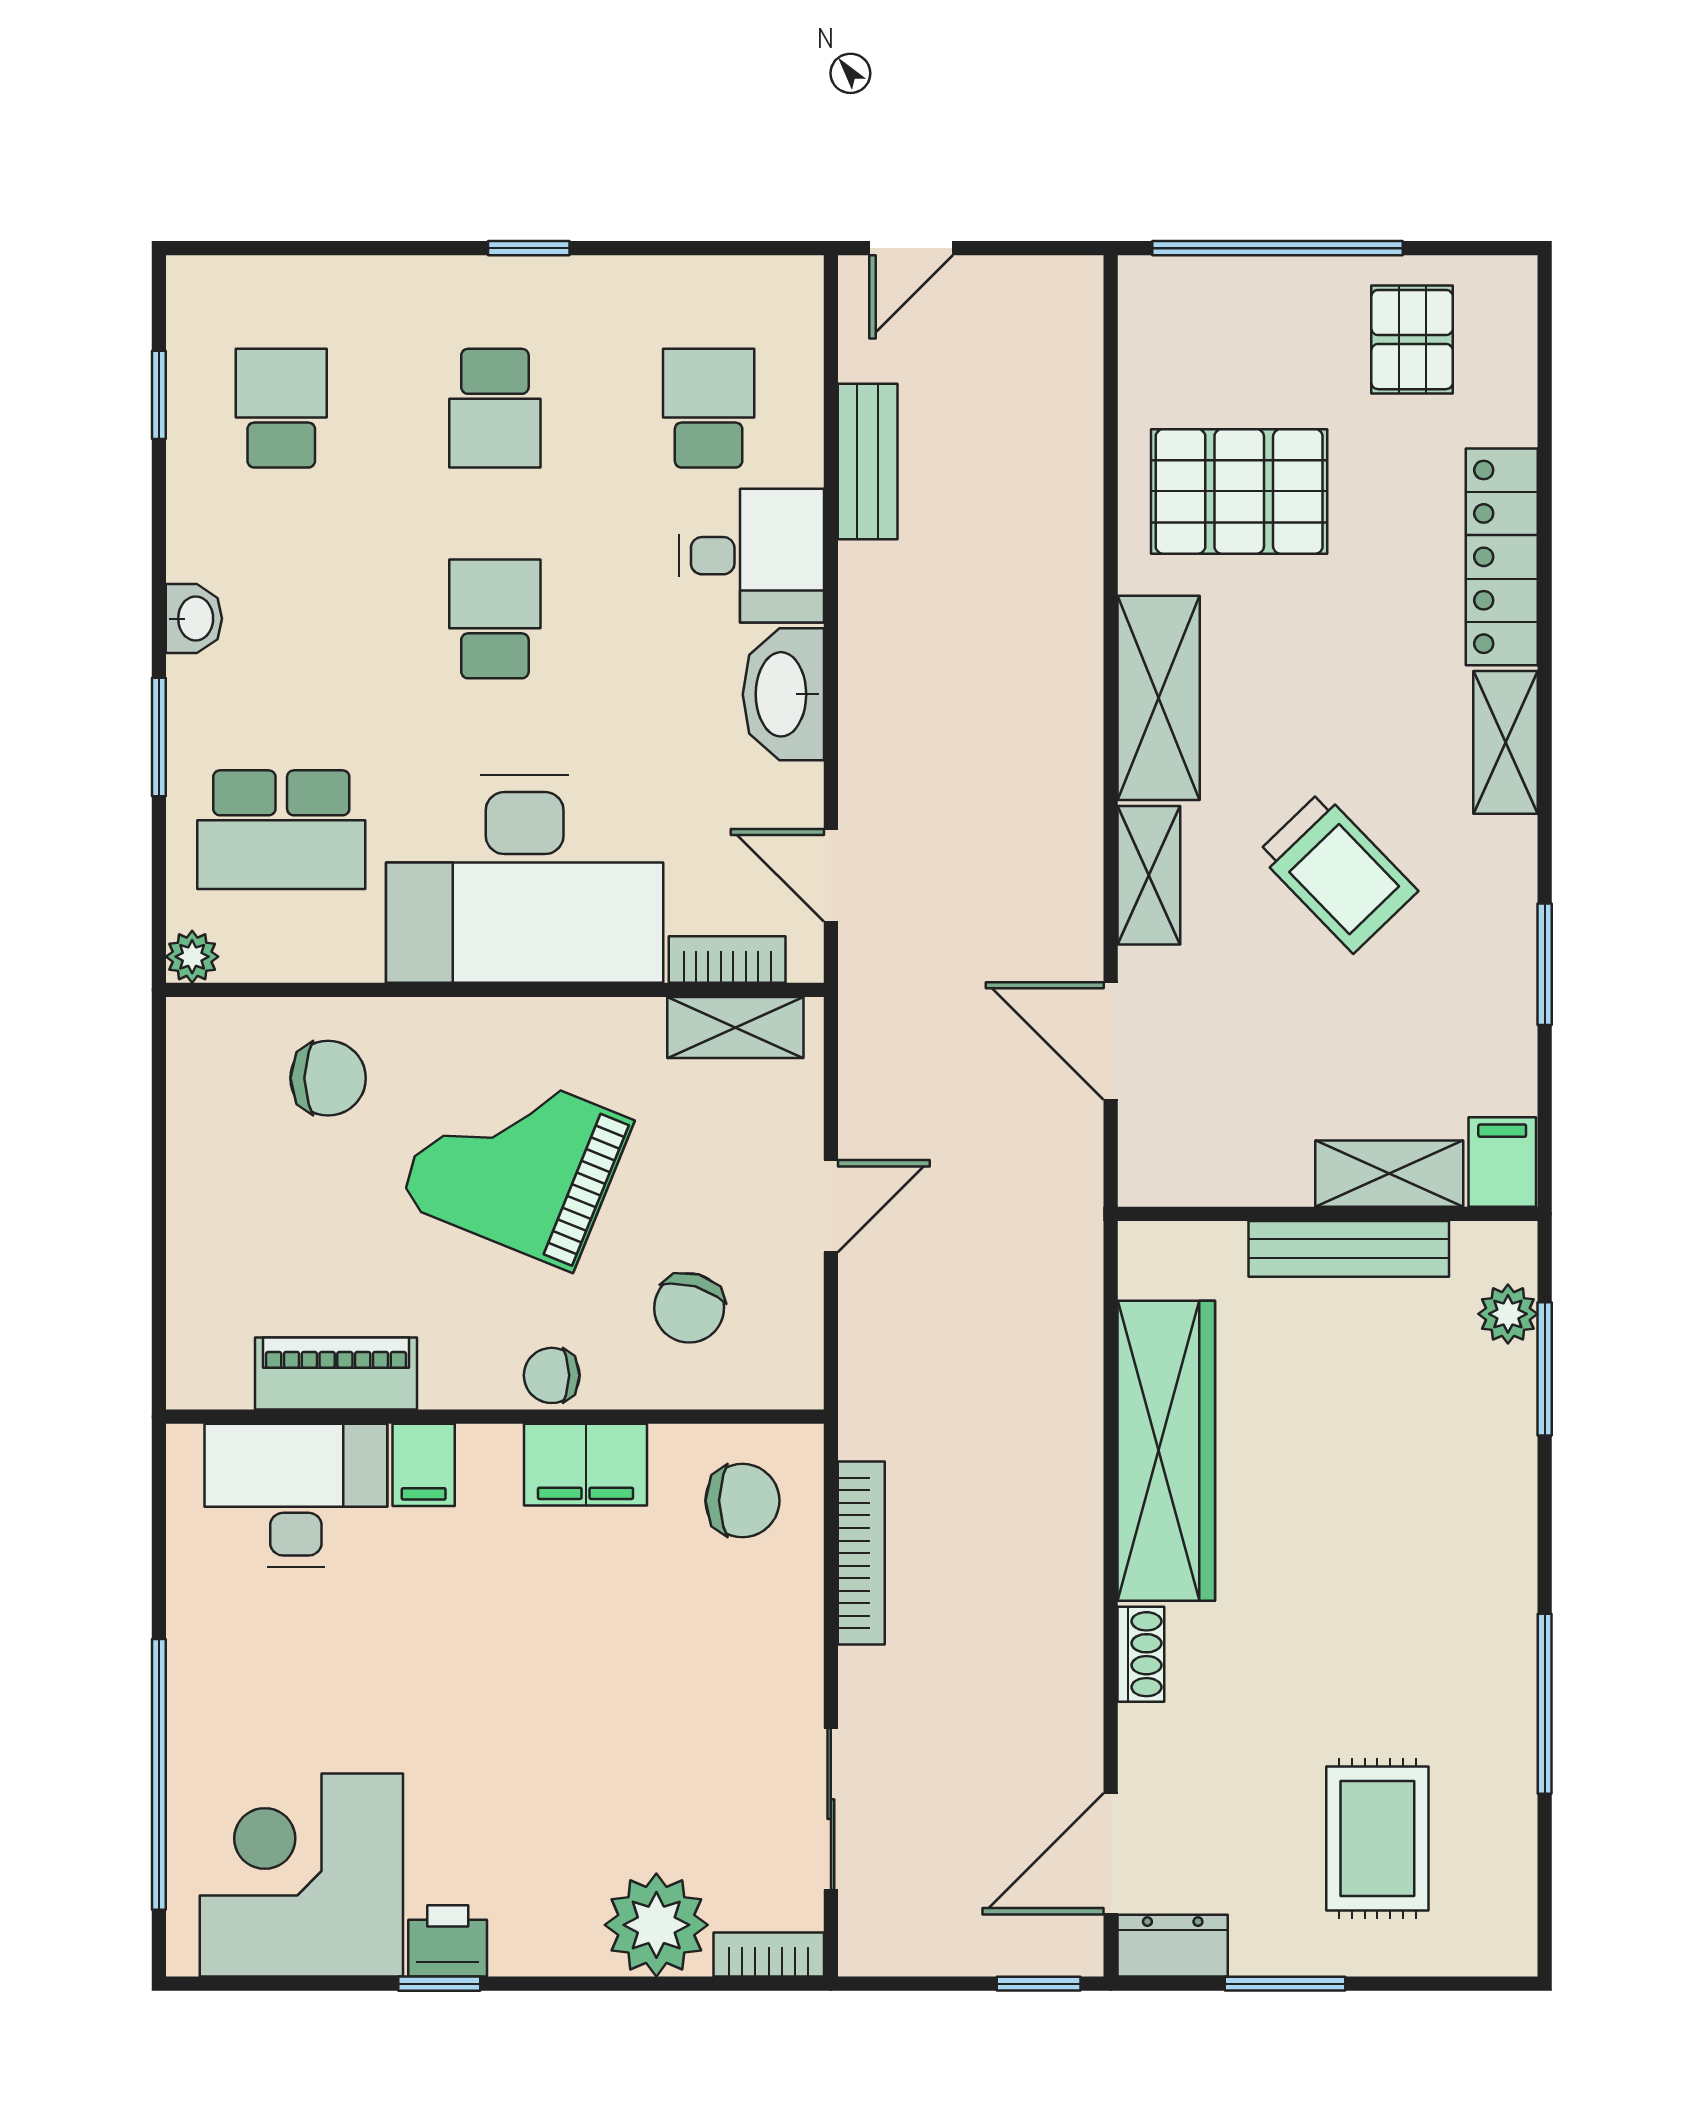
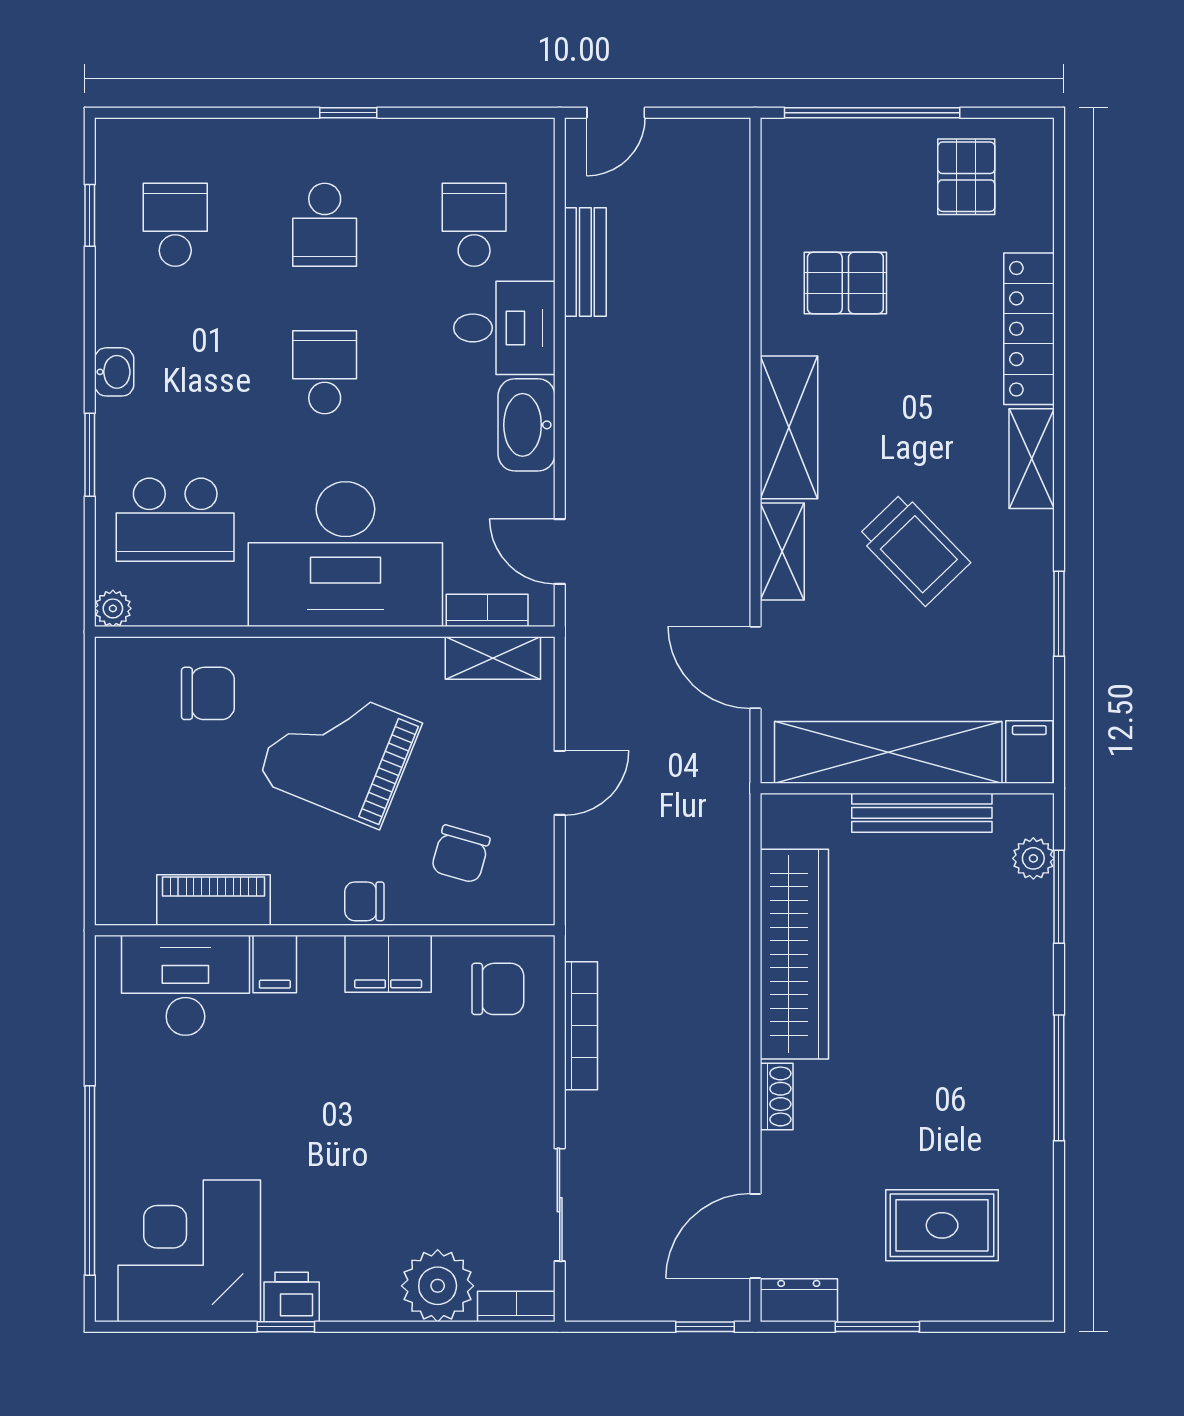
pallet: (1239, 491) -> (845, 283), width x0.67, depth x0.71
shelving: (1389, 1174) -> (888, 752), width x2.20, depth x1.33
window: (1545, 1704) -> (1059, 1078), moved
rug: (1377, 1839) -> (942, 1225), turned 90

